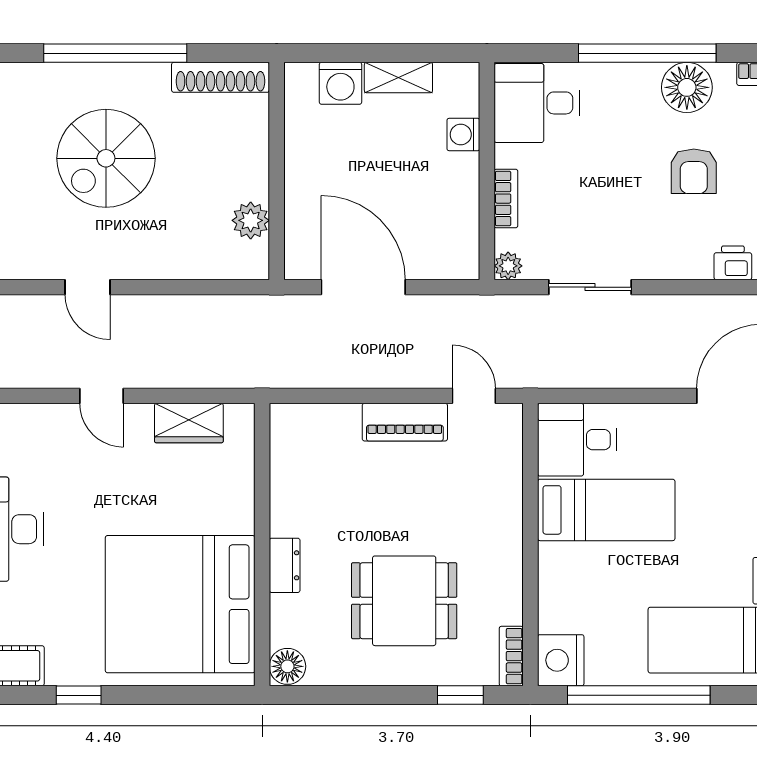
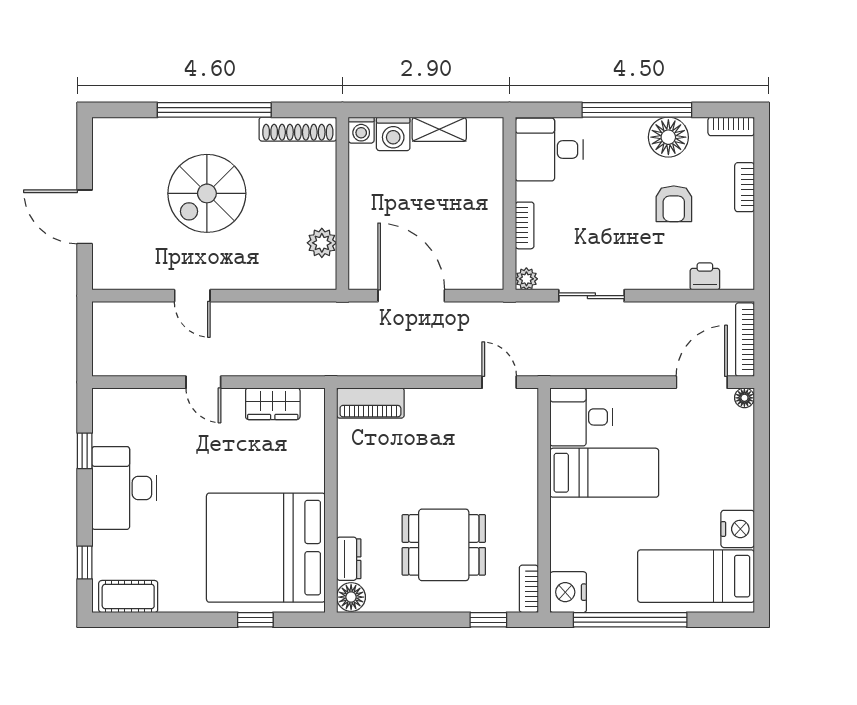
washing machine: (463, 135) -> (361, 130), moved, turned -90
piano: (405, 422) -> (370, 403), moved
dresser: (285, 565) -> (349, 559), moved
window: (79, 695) -> (255, 620), moved

